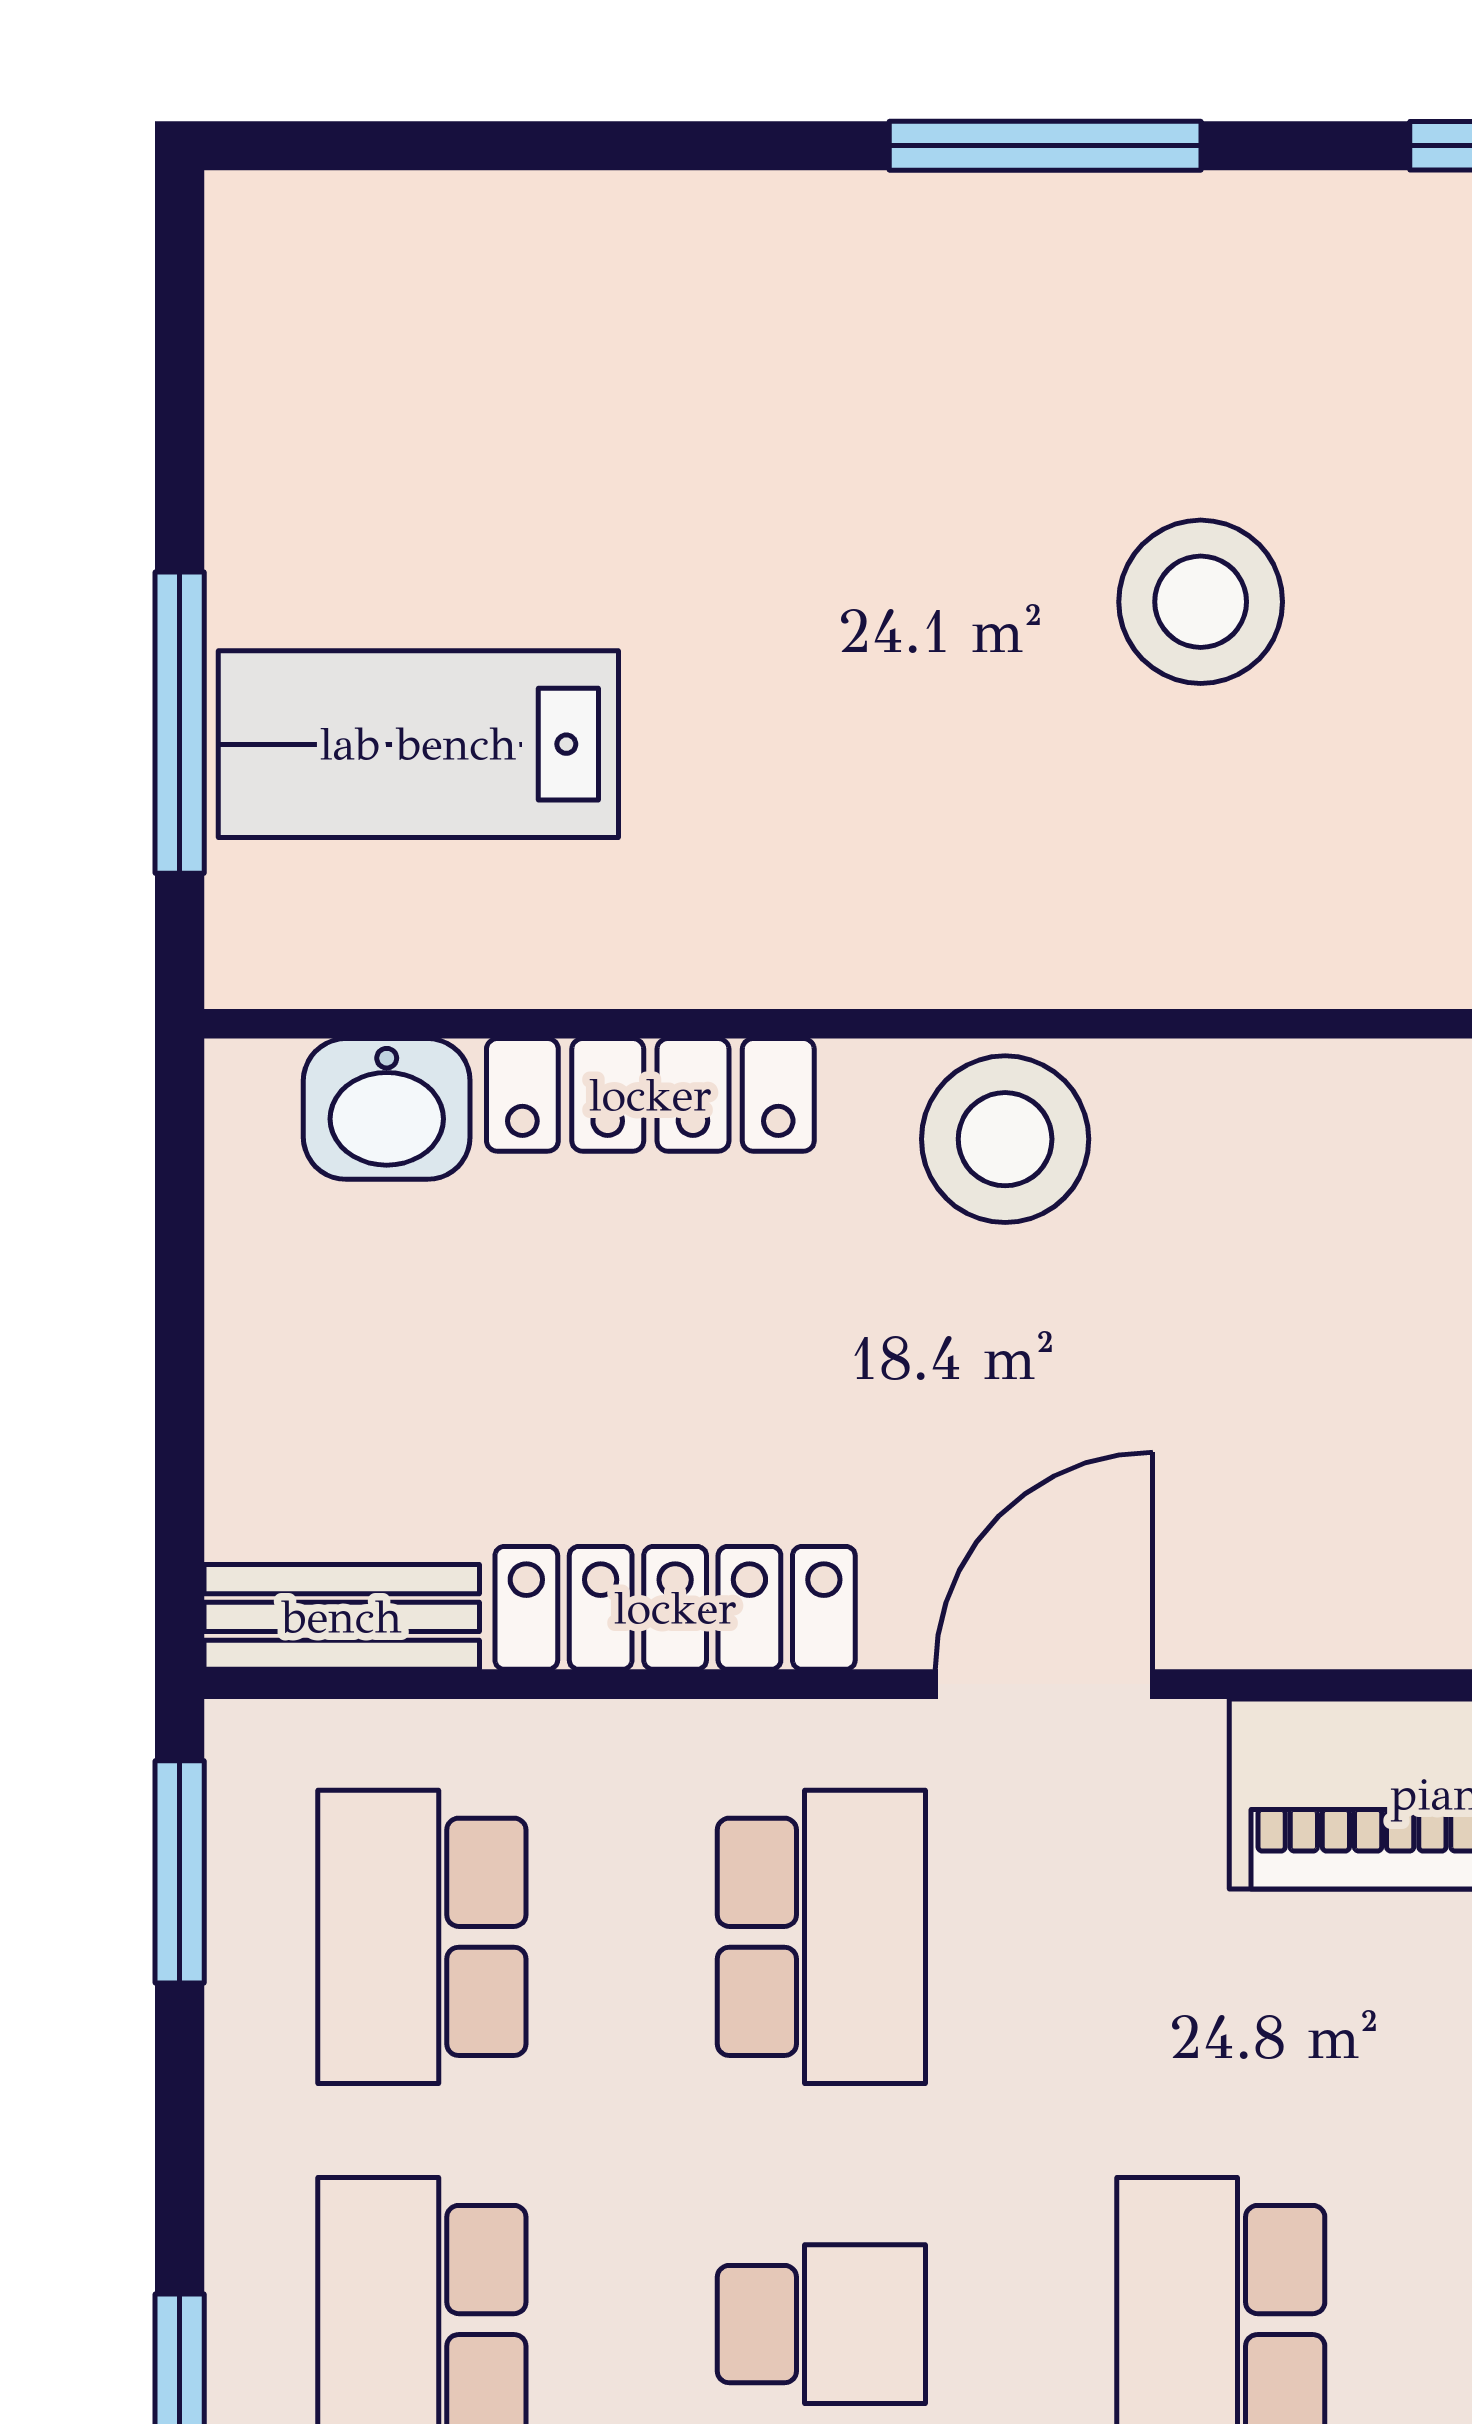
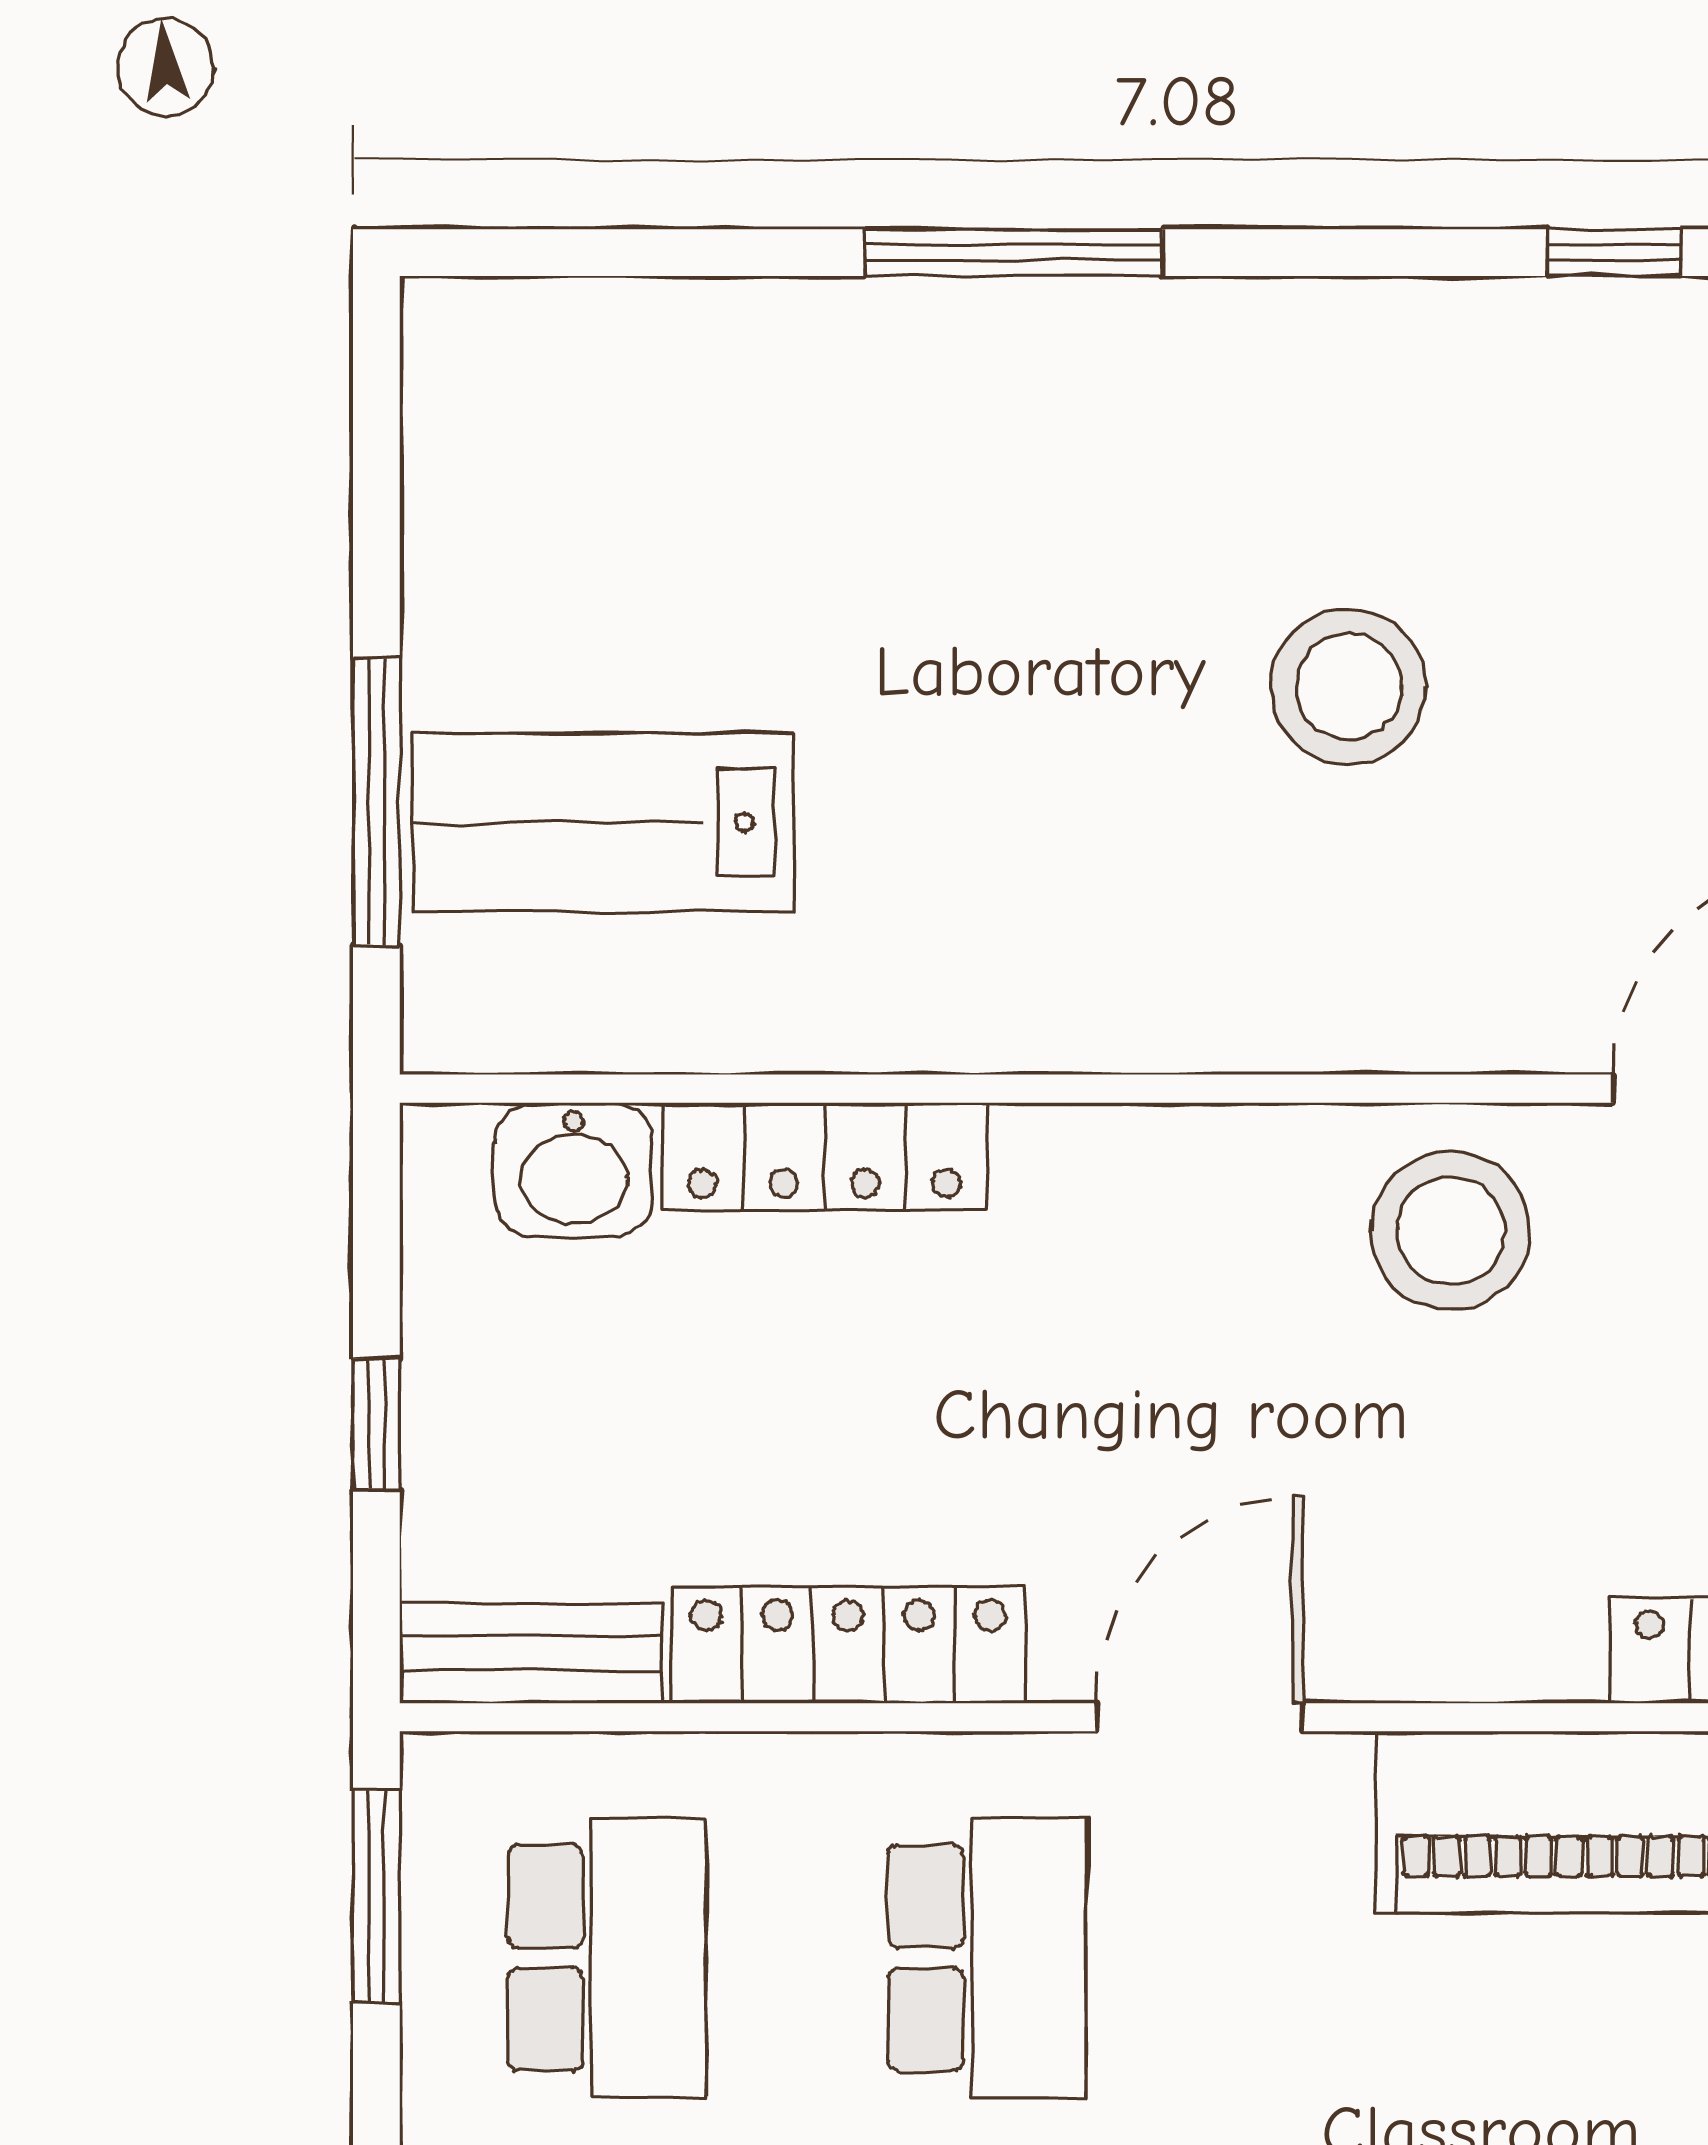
window: (1045, 146) -> (1014, 253), moved
stool: (1005, 1139) -> (1451, 1230), moved
window: (180, 1376) -> (376, 1424), added
school desk: (422, 1937) -> (607, 1958), turned 180

